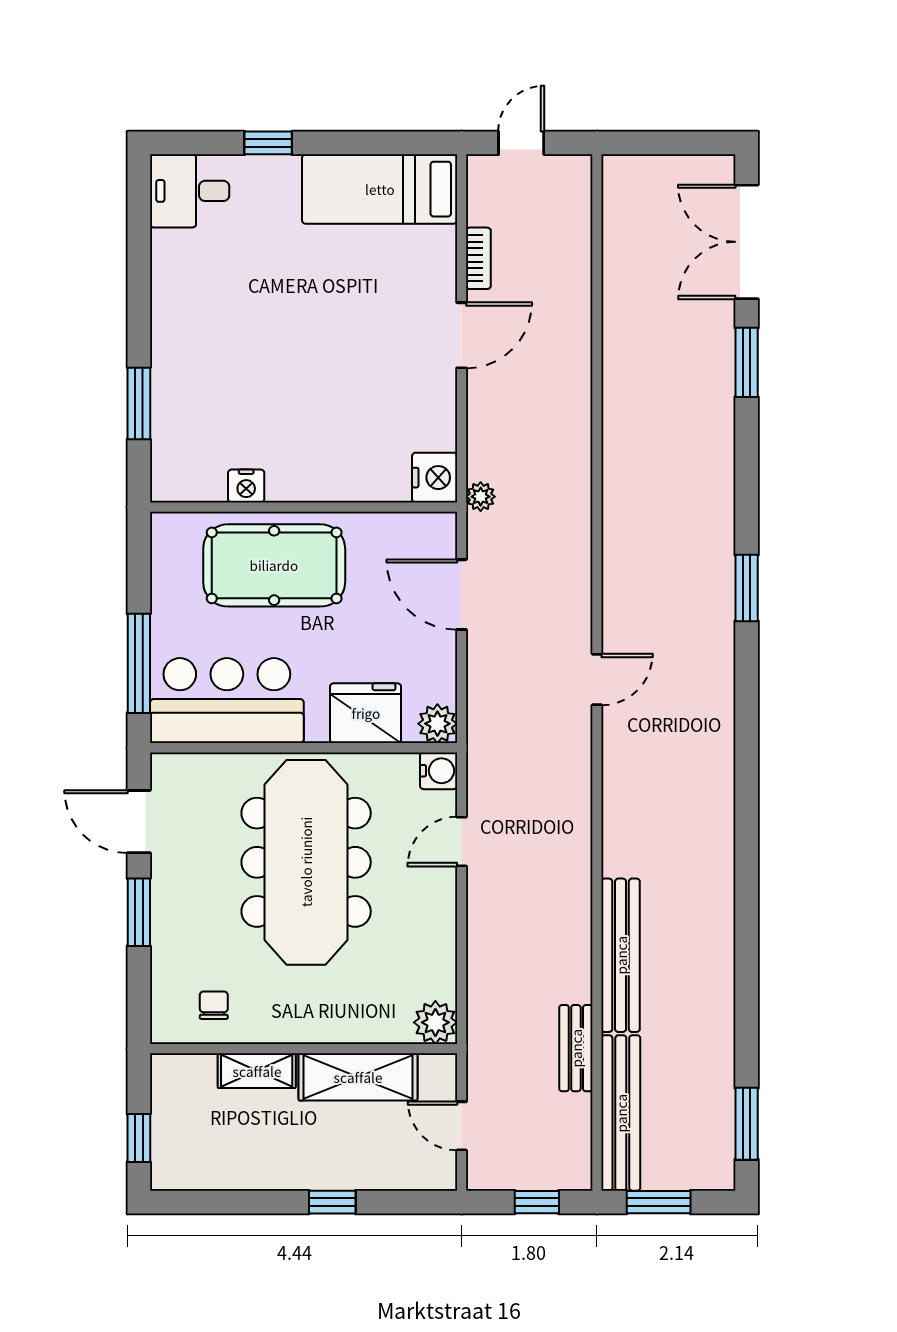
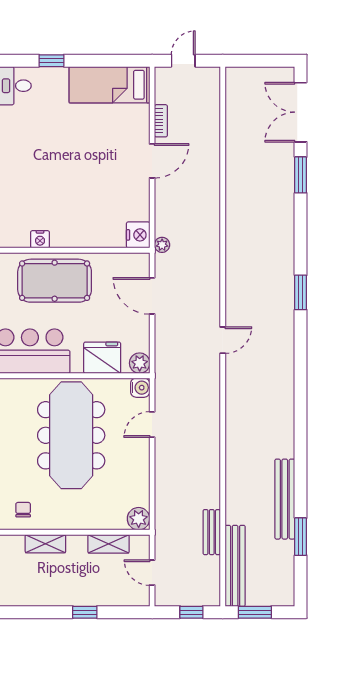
bench: (621, 955) -> (285, 499), moved
shelving: (358, 1077) -> (109, 544), width x0.67, depth x0.75
window: (747, 1124) -> (301, 537), moved

